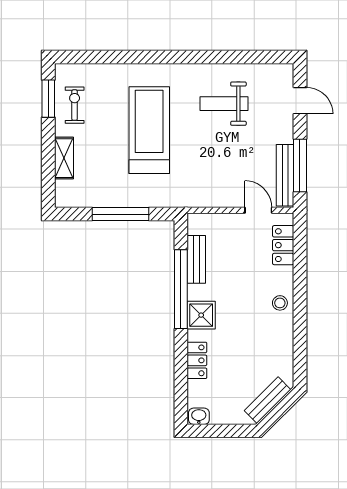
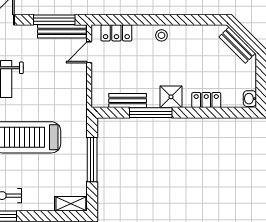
shelving: (64, 158) -> (71, 204), moved
window: (181, 289) -> (151, 113), width x0.68

